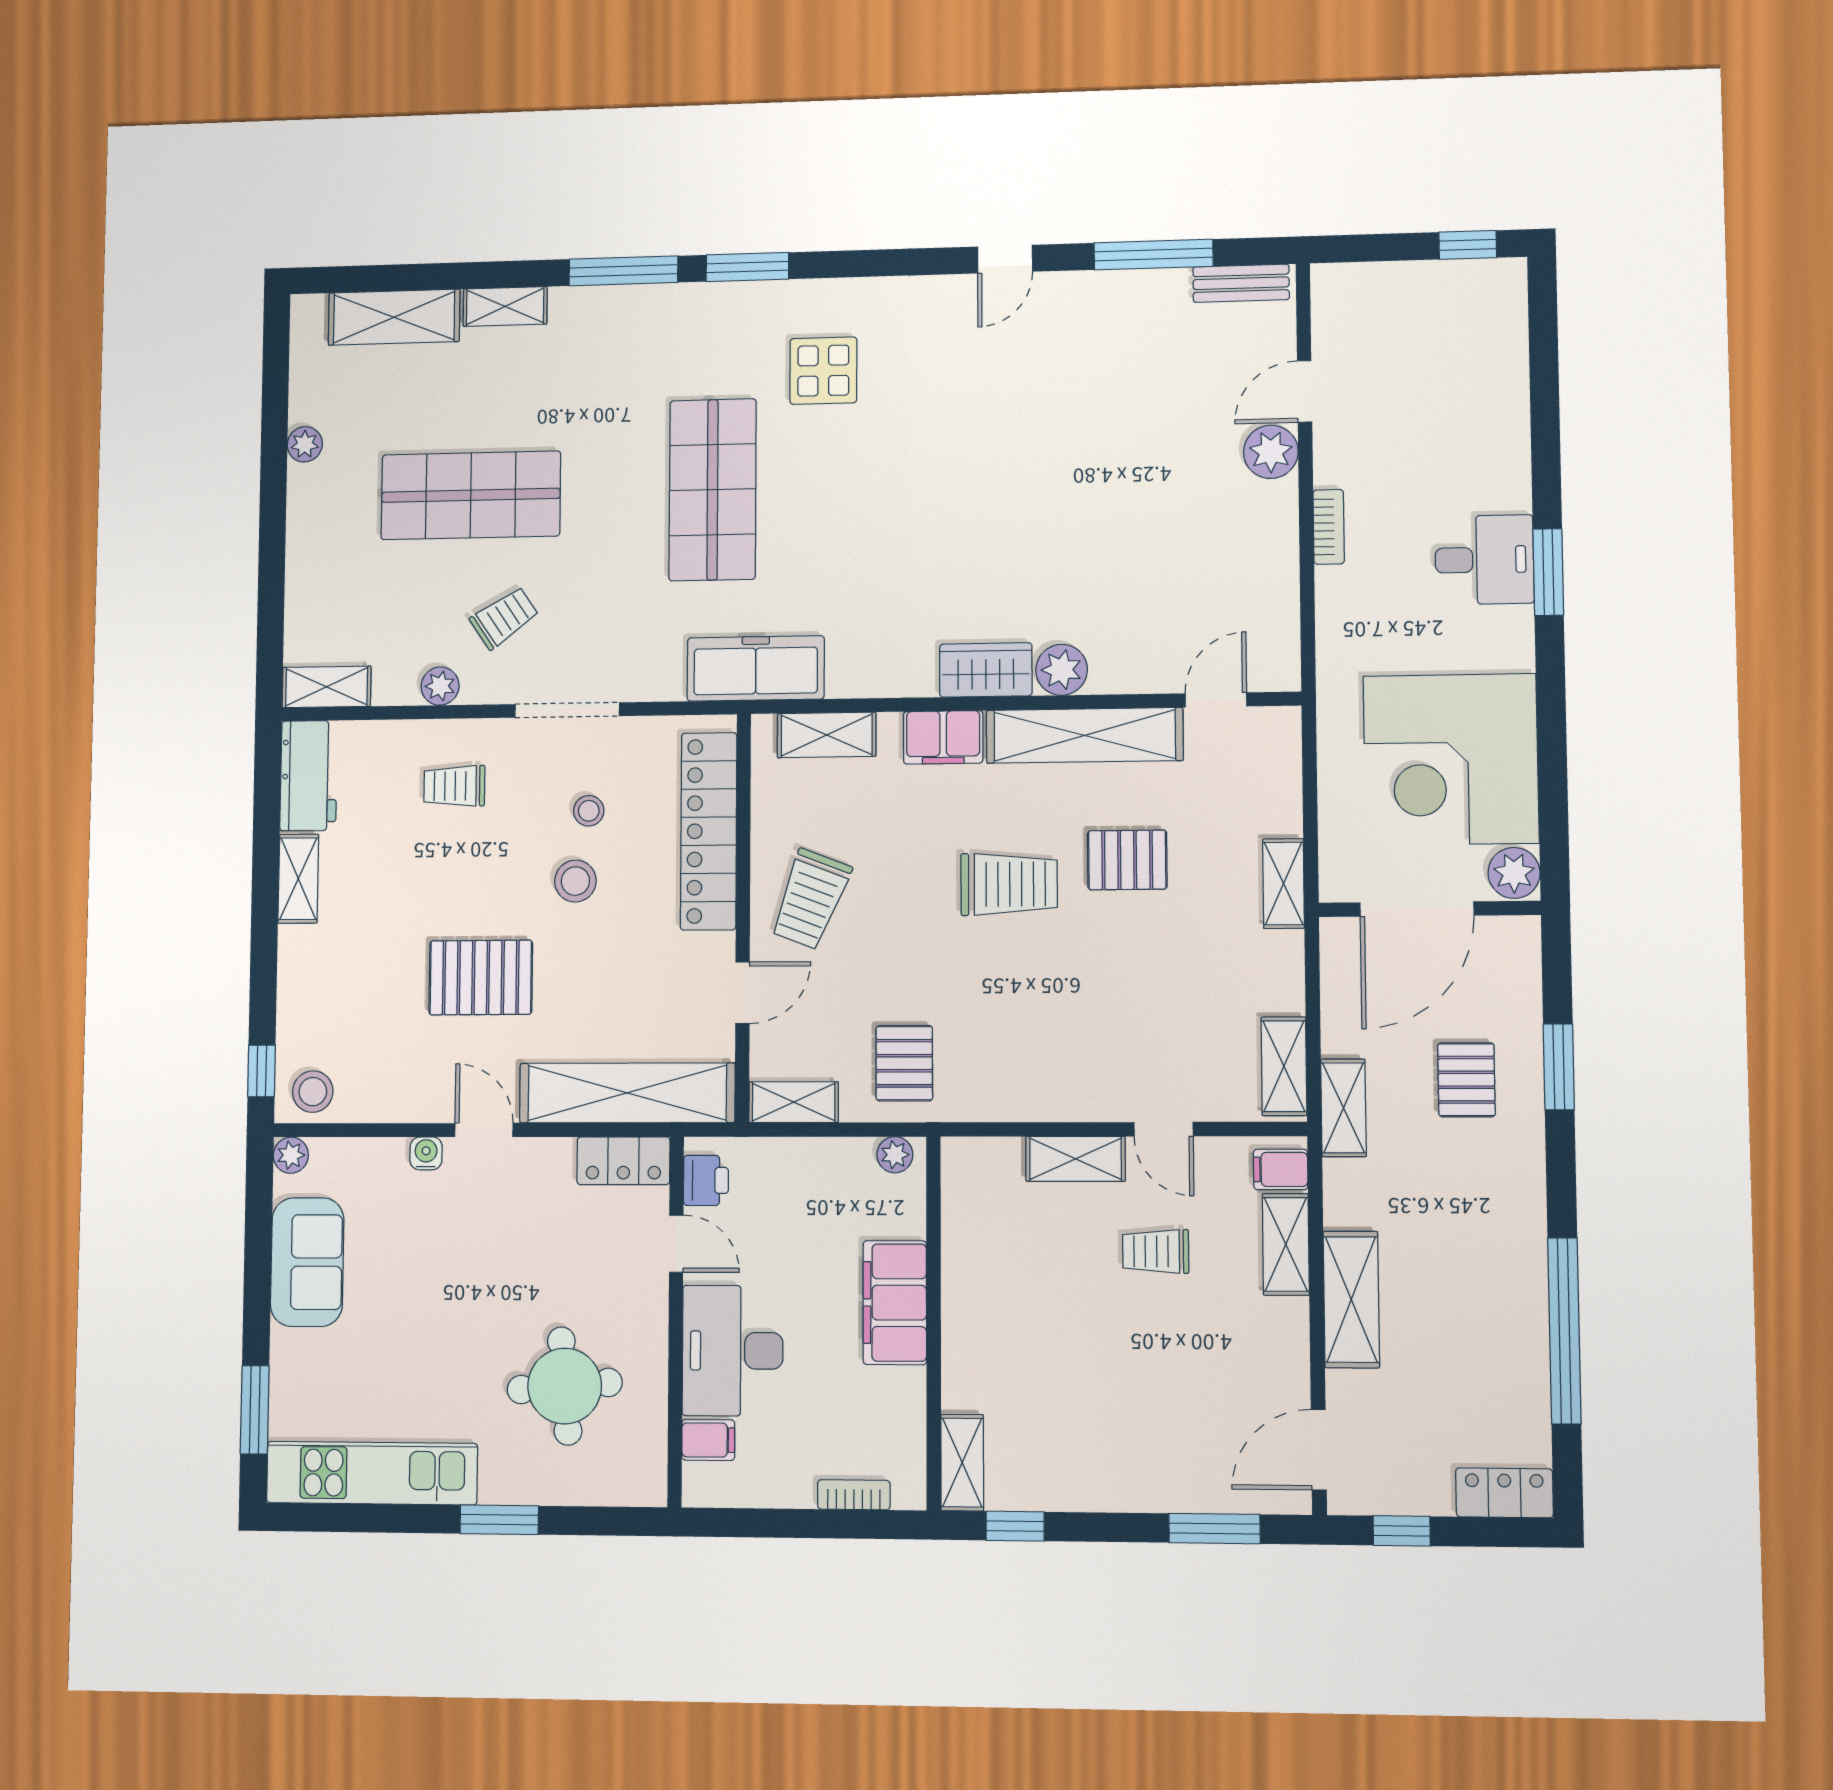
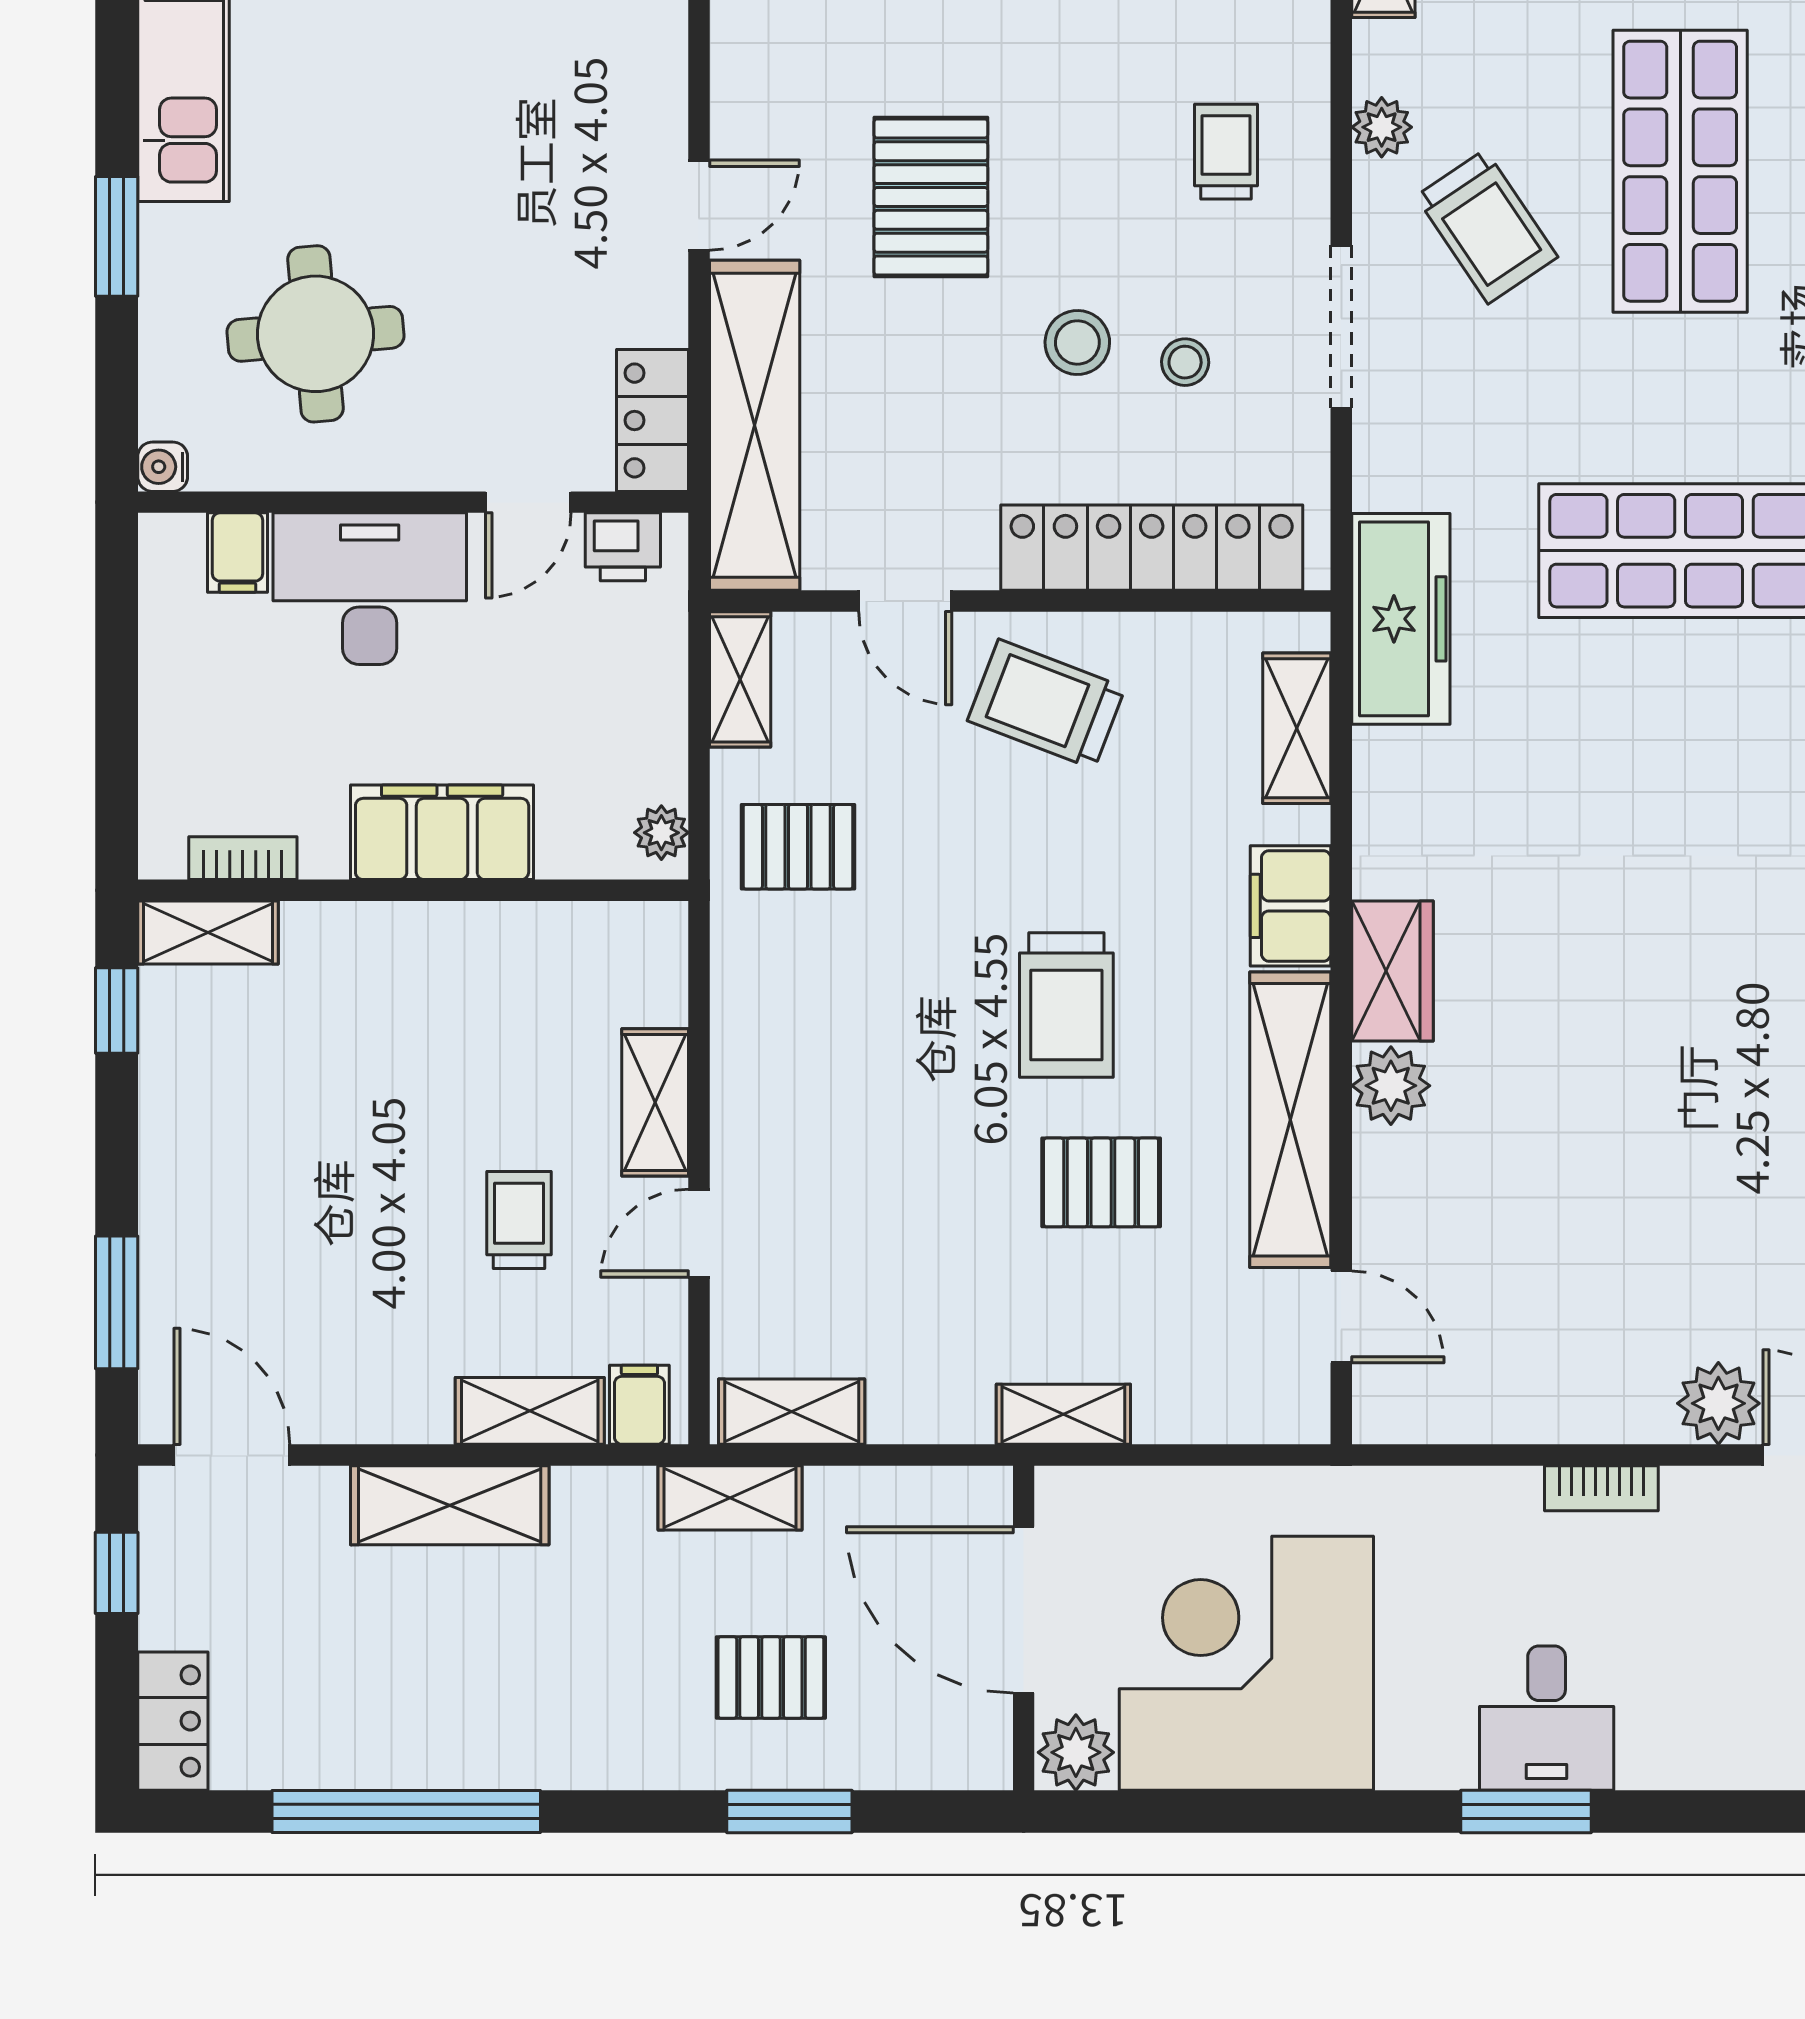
trolley: (504, 618) -> (1487, 227), width x1.36, depth x1.39
pallet: (1127, 860) -> (1101, 1182), turned 90
water cooler: (426, 1153) -> (163, 467), moved, turned 180
bookcase: (854, 1495) -> (243, 858), moved, turned -90

